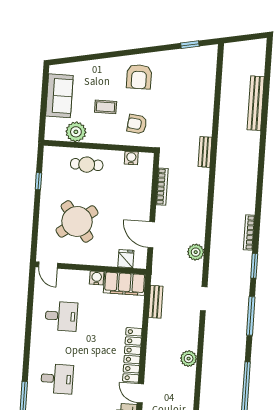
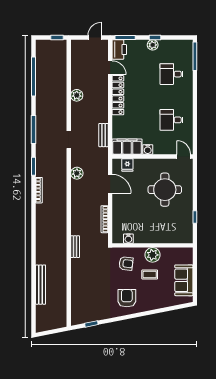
plant: (76, 132) -> (153, 255), moved
cafe table: (87, 165) -> (161, 232), removed
round table: (77, 221) -> (165, 190), turned 37

